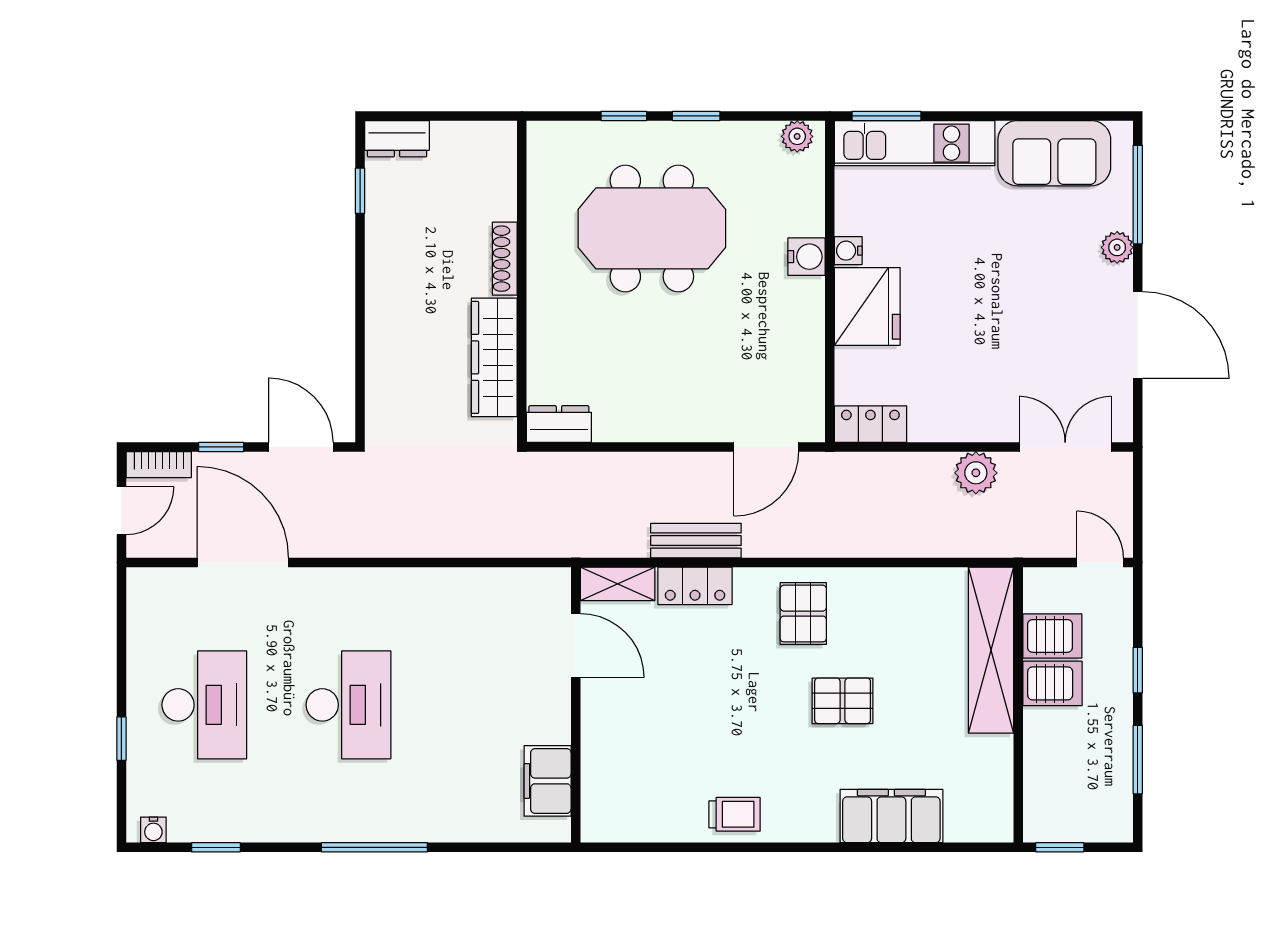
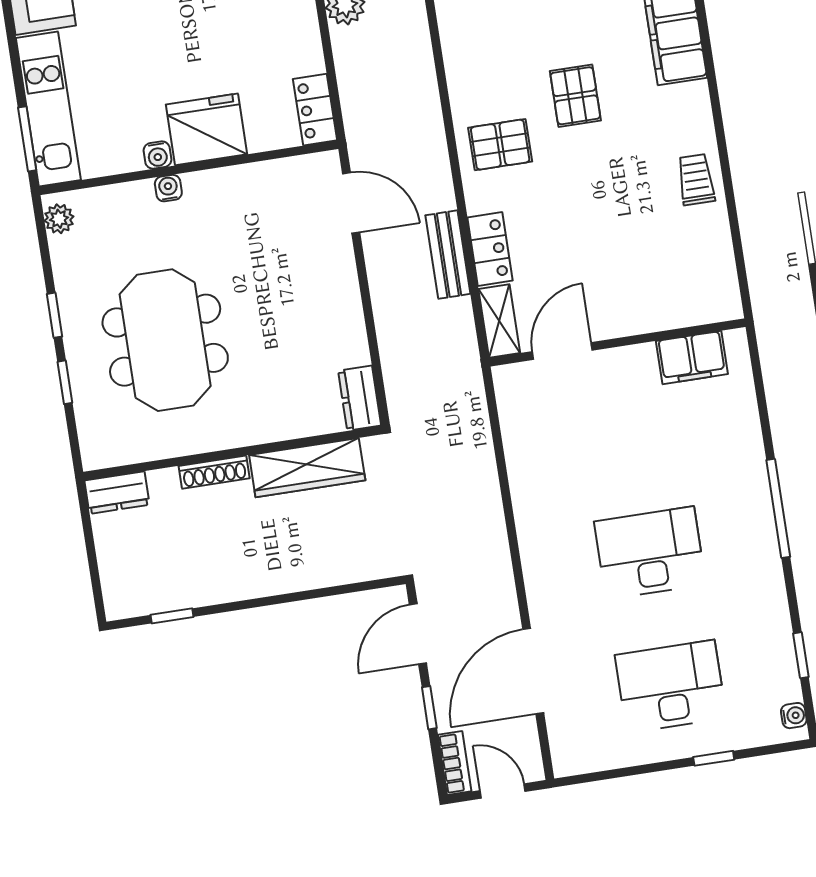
dresser: (397, 139) -> (117, 493), moved, turned 90
water cooler: (806, 257) -> (168, 188), width x0.72, depth x0.72

